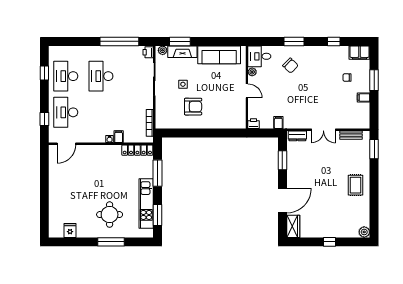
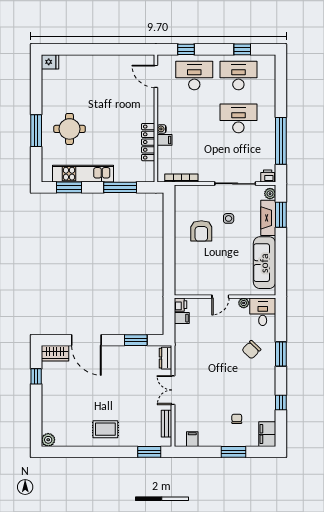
filing cabinet: (364, 98) -> (192, 439), moved
filing cabinet: (278, 123) -> (182, 318), moved
locker: (137, 150) -> (148, 142), moved
fridge: (70, 230) -> (50, 62), moved
window: (329, 242) -> (36, 376), moved

